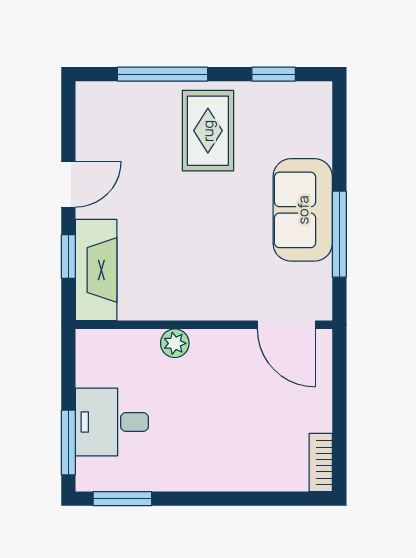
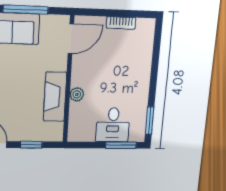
fireplace: (96, 270) -> (55, 97), moved, turned -90
bookcase: (321, 463) -> (121, 23), moved

